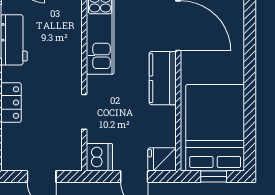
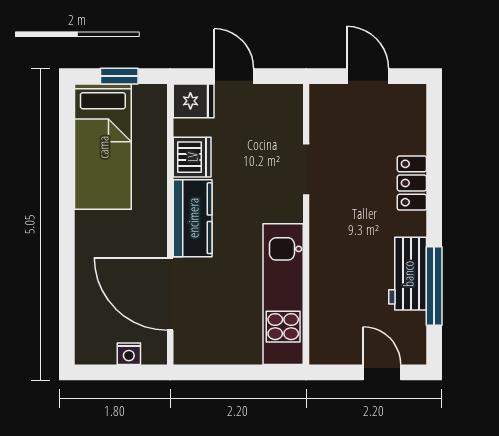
bed: (215, 128) -> (103, 147), width x0.67
dishwasher: (99, 157) -> (192, 157), moved, turned 180

